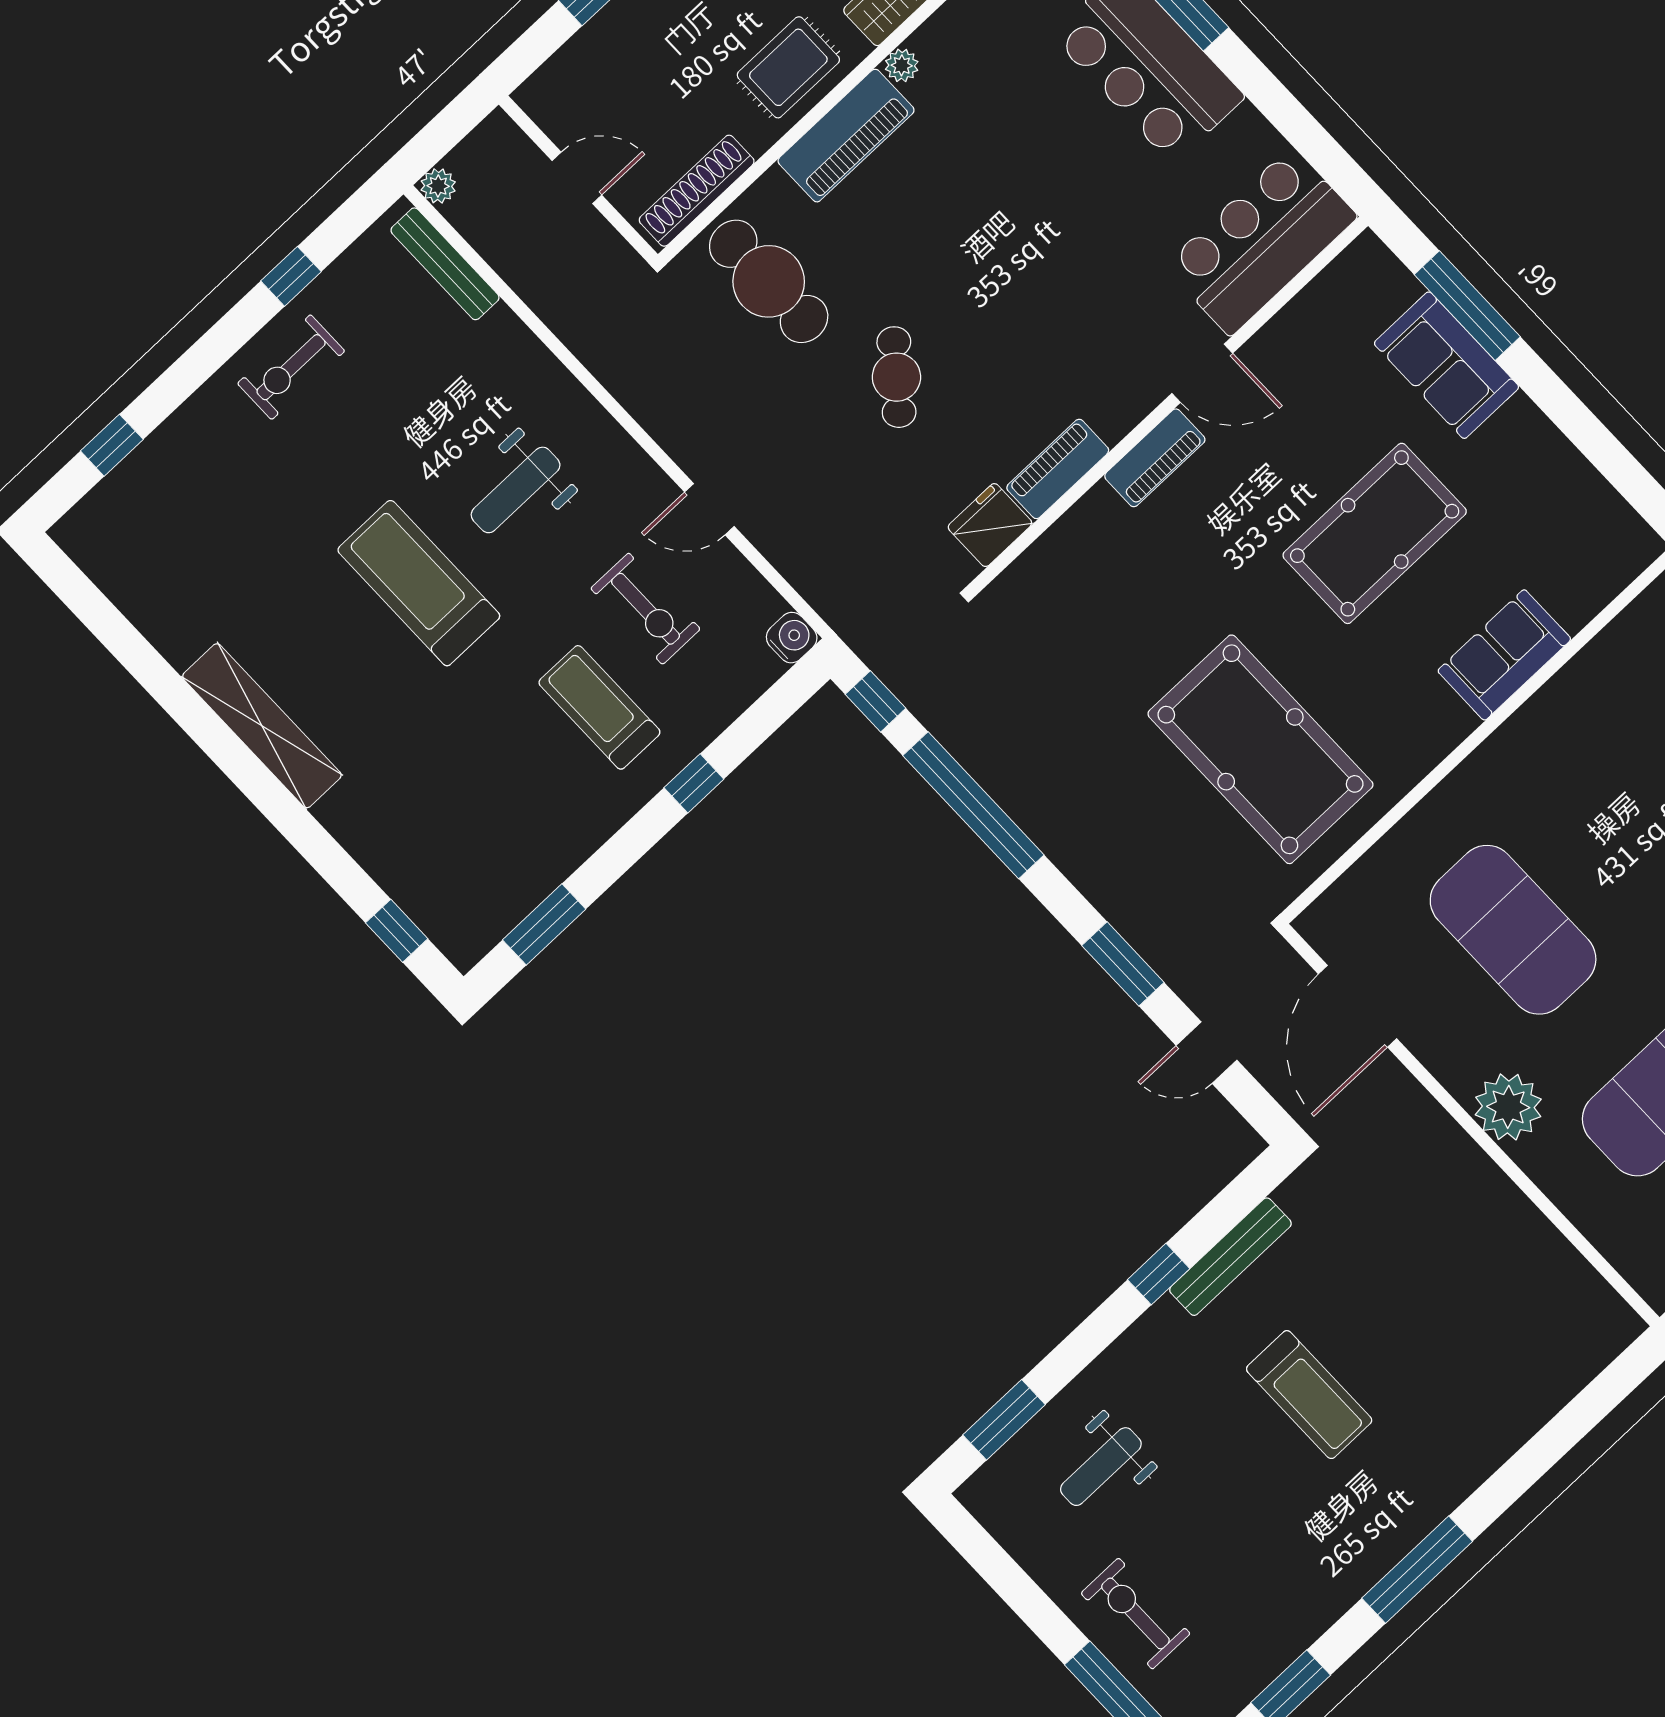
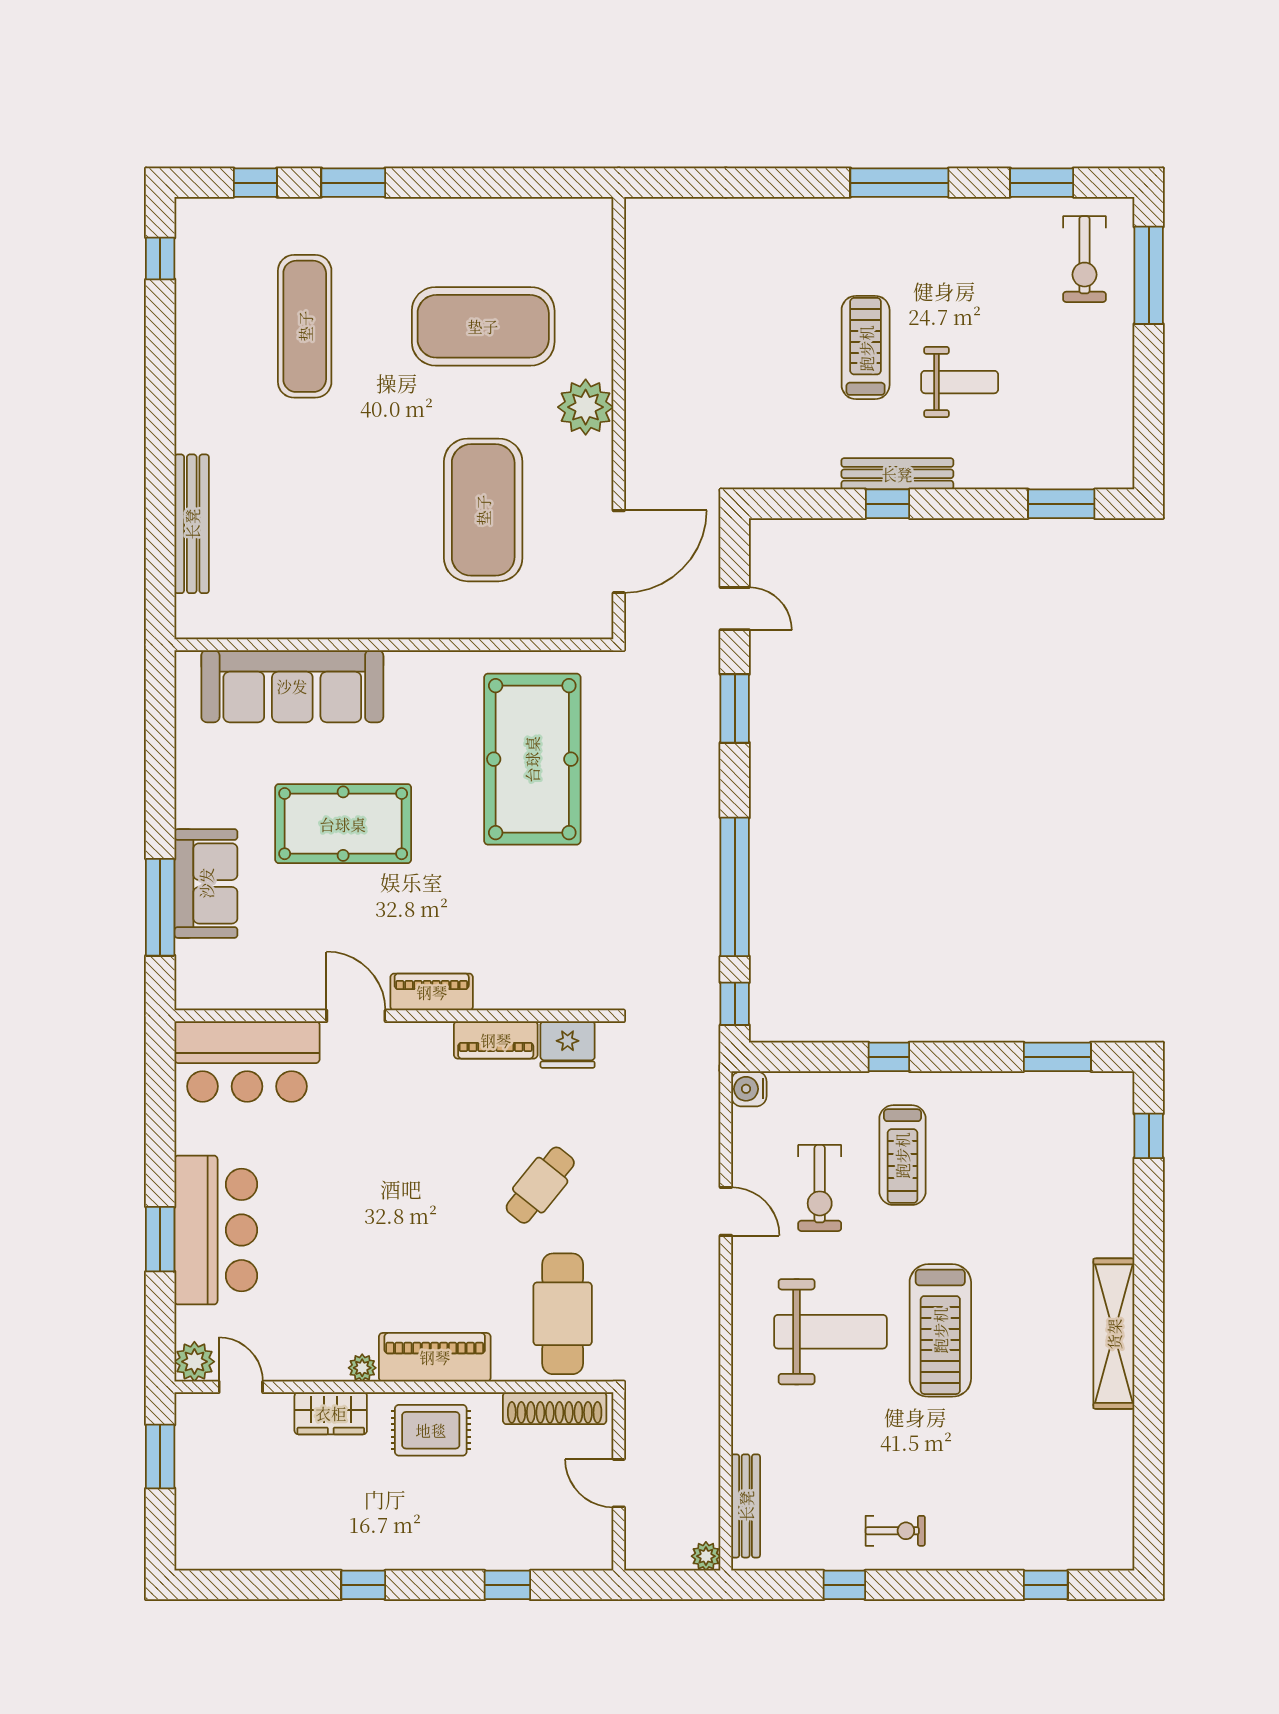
exercise bike: (291, 367) -> (895, 1531), width x0.73, depth x0.72
weight bench: (516, 490) -> (830, 1332), width x1.36, depth x1.33
exercise bike: (646, 609) -> (820, 1188), turned 180
sofa: (1504, 655) -> (292, 686), width x1.85, depth x1.27
bench: (1230, 1257) -> (897, 474), moved
weight bench: (1101, 1467) -> (960, 382), moved
exercise bike: (1135, 1614) -> (1084, 259), moved

